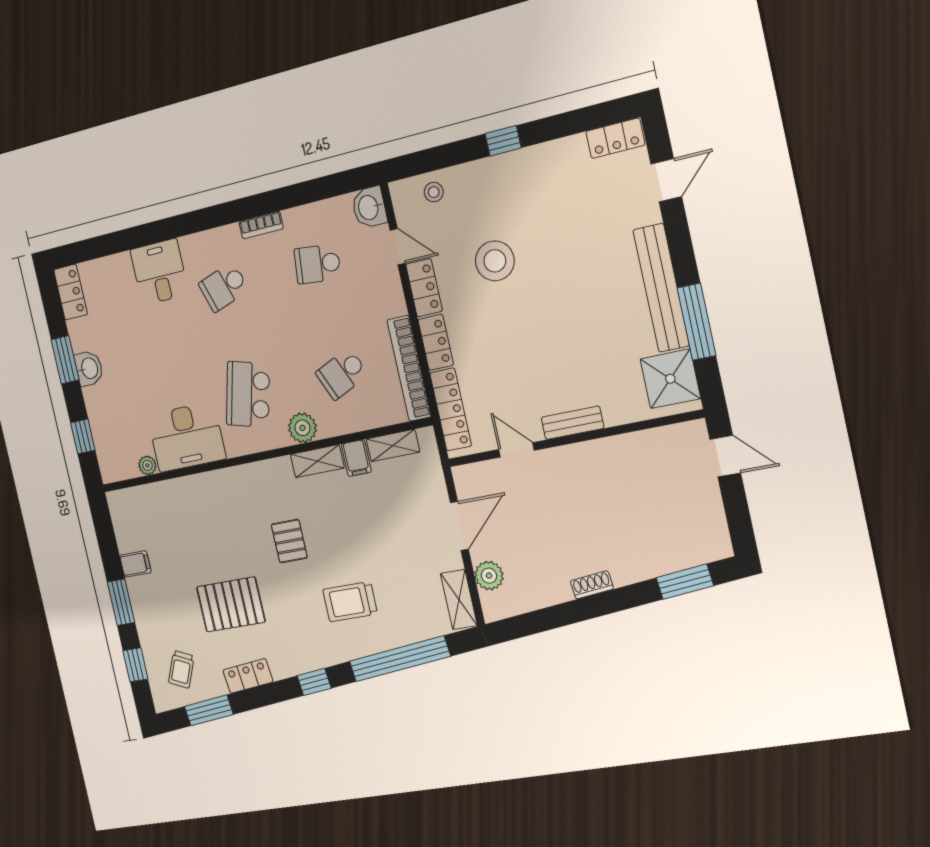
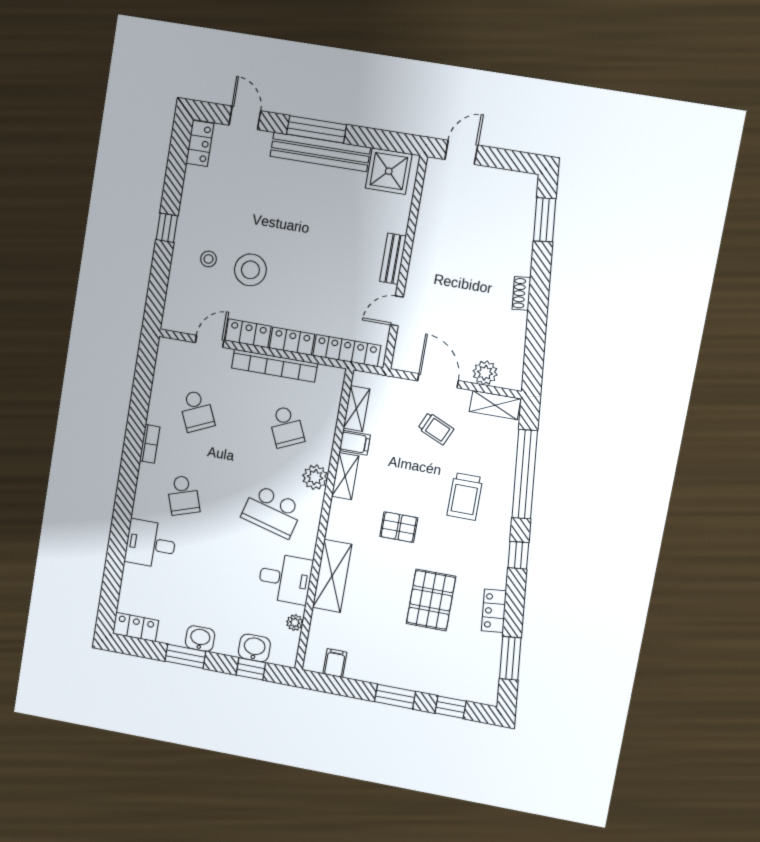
stool: (434, 192) -> (209, 259), moved
washbasin: (369, 207) -> (254, 648), moved, turned 180
school desk: (317, 264) -> (197, 411), turned -30
window: (696, 322) -> (317, 129), moved
bookcase: (409, 368) -> (274, 366), moved
desk: (186, 437) -> (285, 579), width x0.73
shelving: (210, 487) -> (332, 576), added
filing cabinet: (135, 564) -> (335, 663), moved
trolley: (181, 669) -> (436, 429), moved

